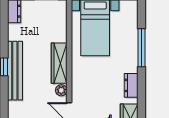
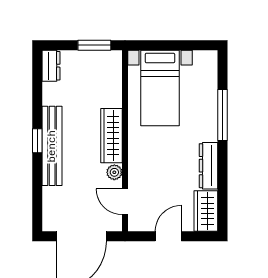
dresser: (131, 85) -> (208, 166), width x1.44

